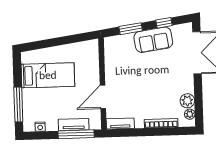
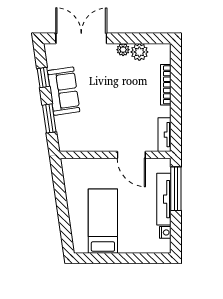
window: (18, 105) -> (137, 258), removed
plant: (190, 114) -> (123, 50), moved
tv unit: (74, 125) -> (164, 199), width x1.41

